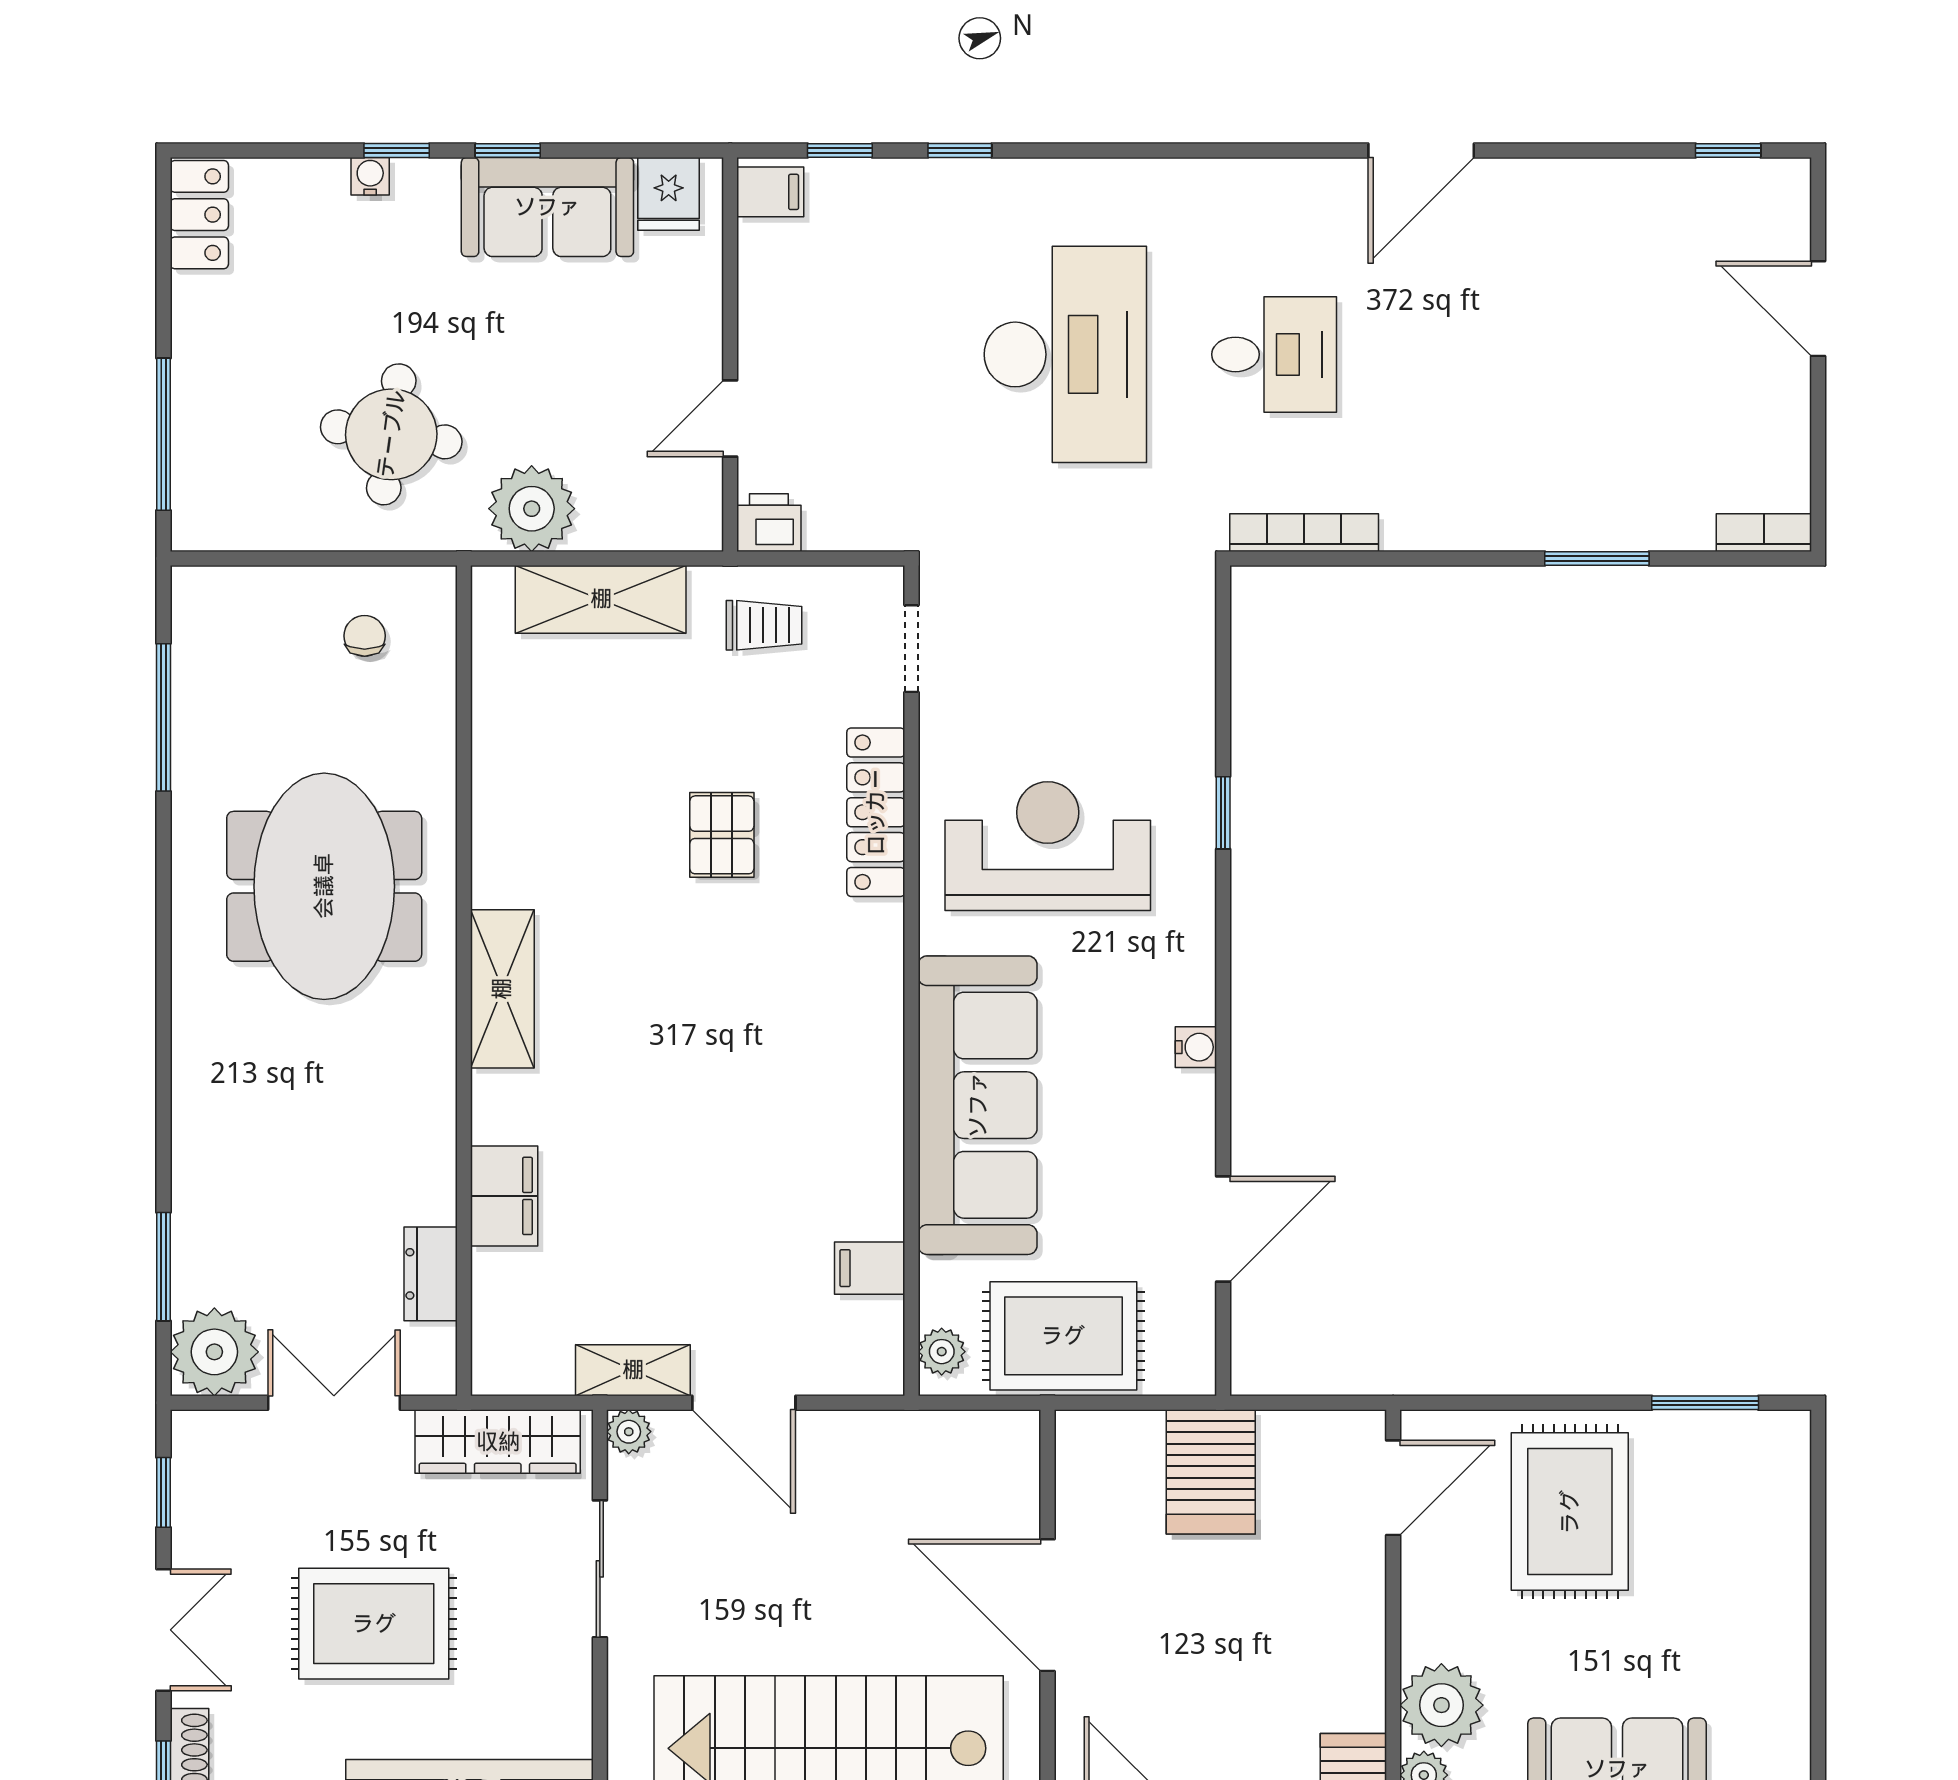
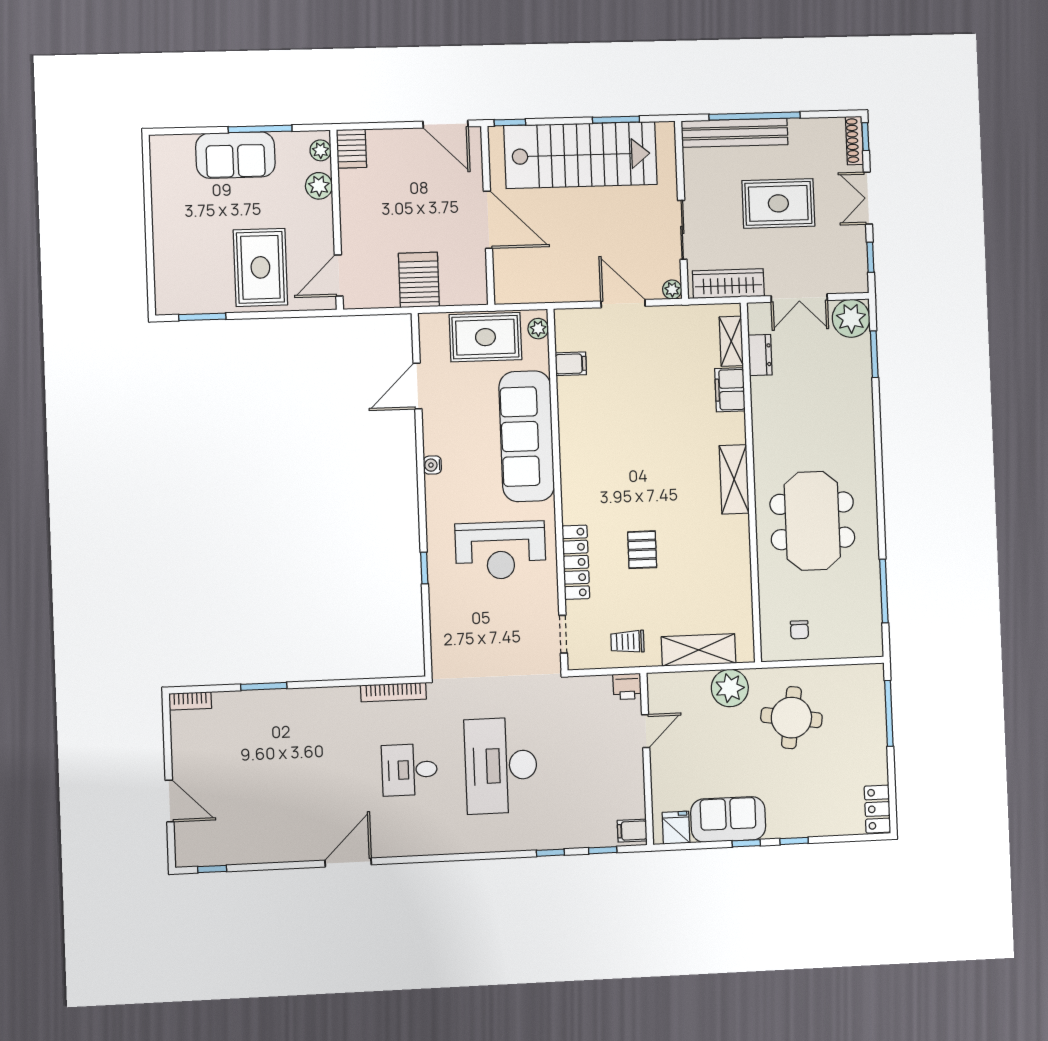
water cooler: (370, 176) -> (805, 829), removed
shelving: (633, 1370) -> (731, 341), moved, turned 90
plant: (1441, 1705) -> (319, 186), width x0.73, depth x0.73

